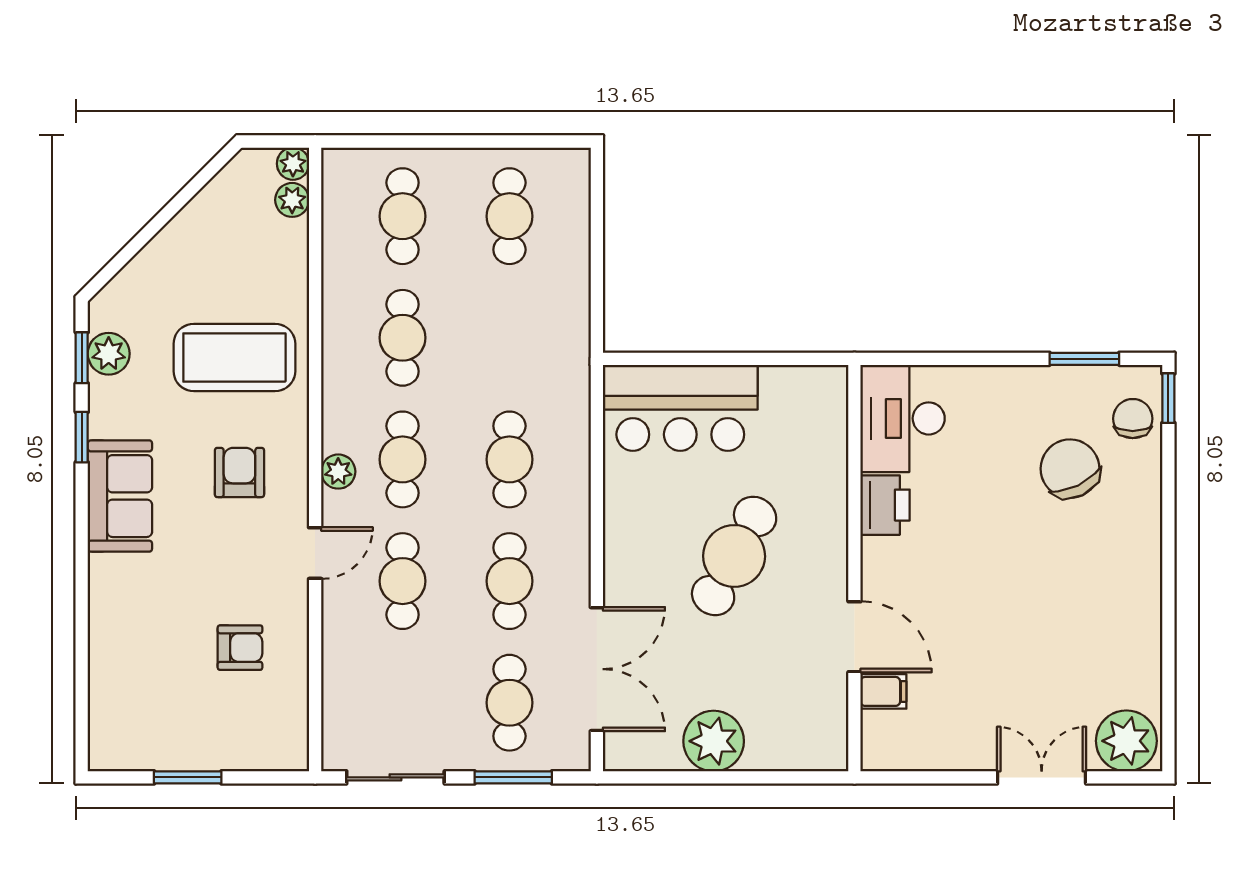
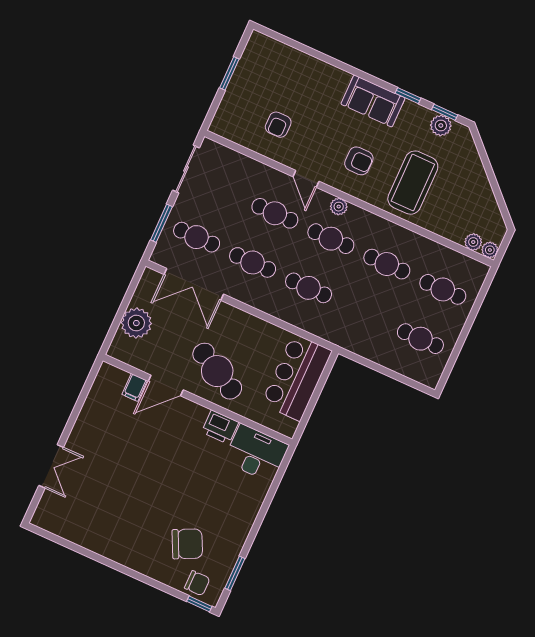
desk: (903, 418) -> (256, 453), moved
printer: (885, 505) -> (220, 427), moved
wall: (854, 568) -> (197, 400), moved
door: (854, 637) -> (166, 386), moved
filing cabinet: (883, 691) -> (135, 387), moved
plant: (1126, 741) -> (50, 513), removed

